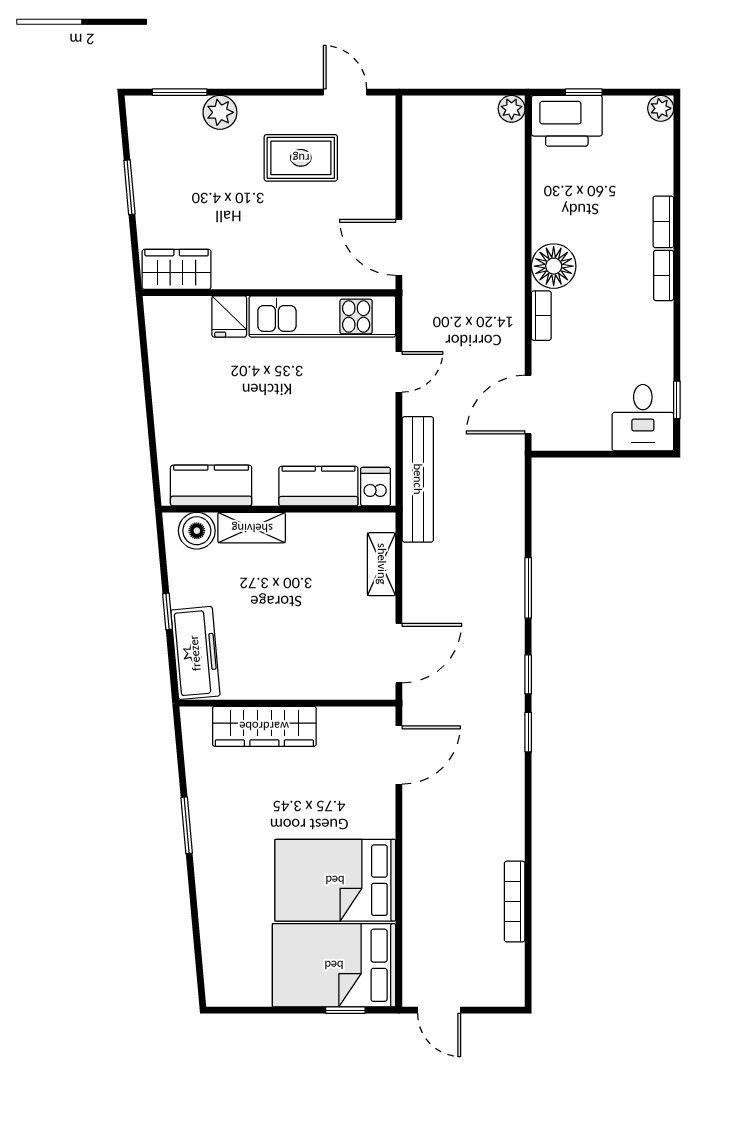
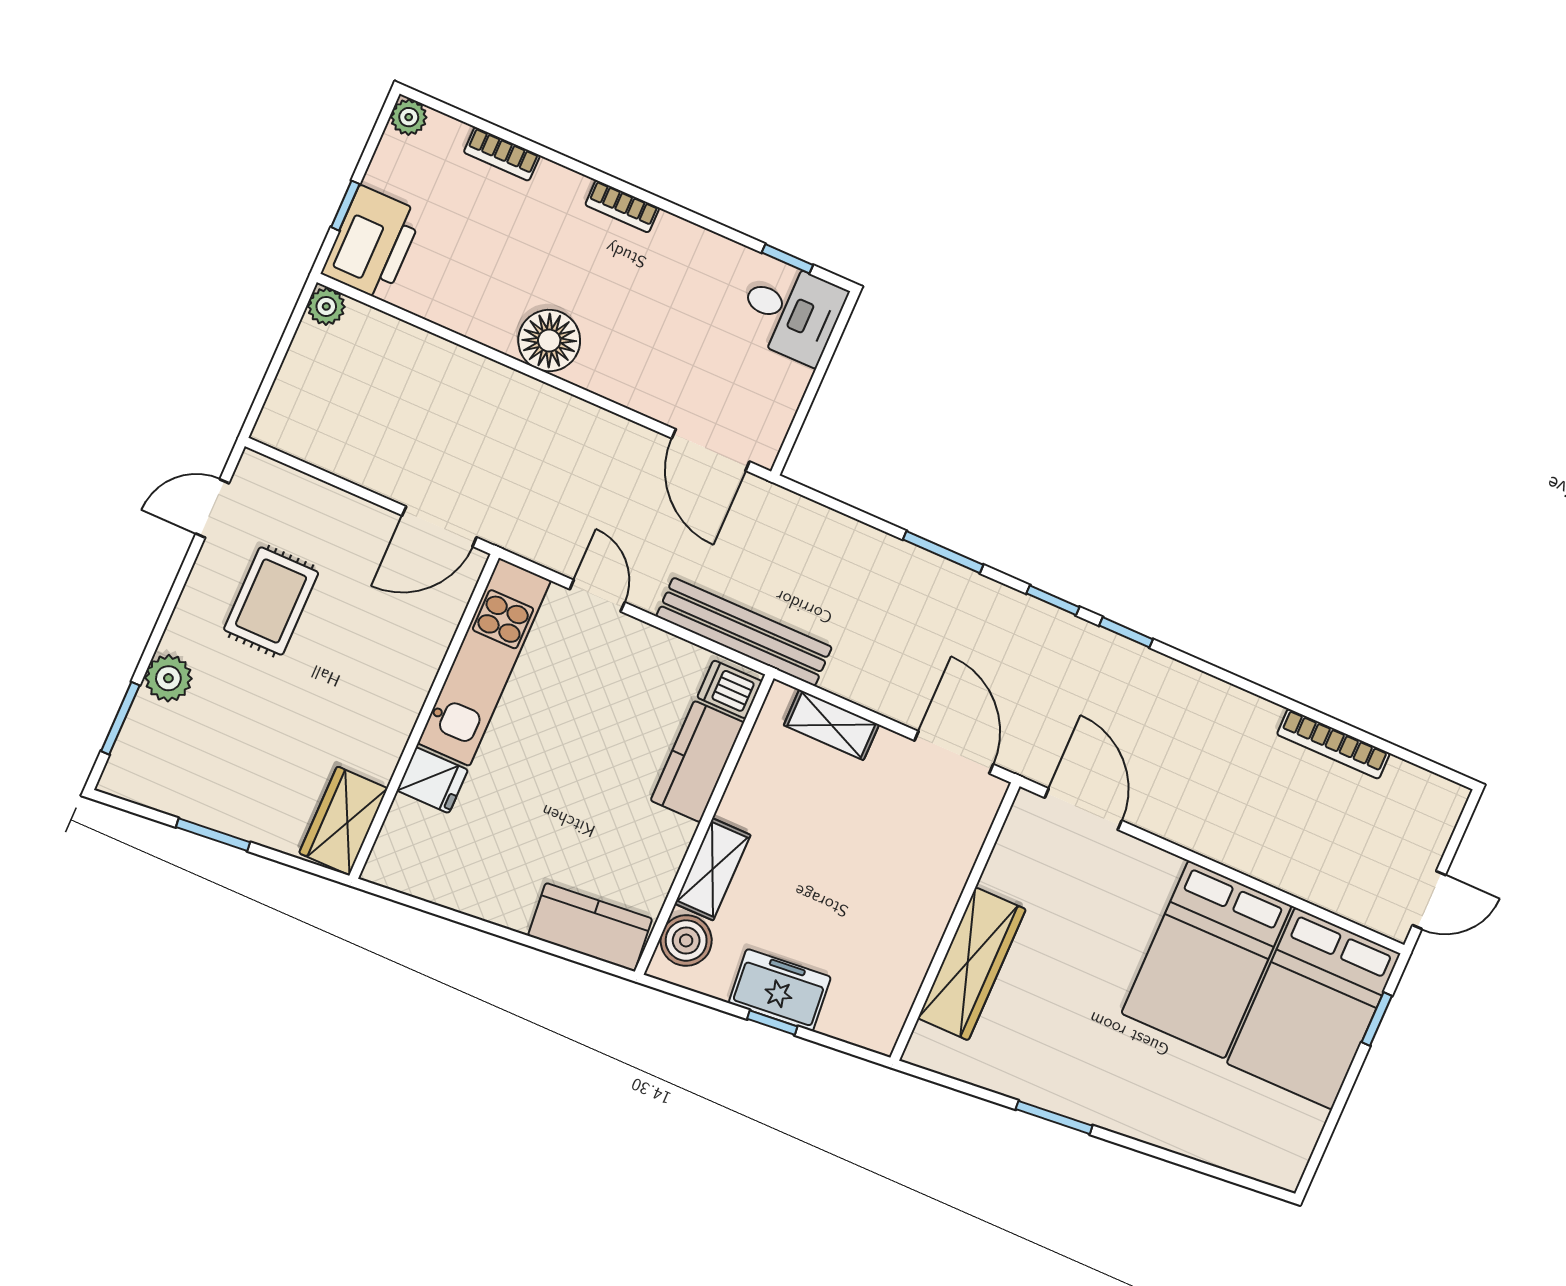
bookcase: (663, 222) -> (502, 154), moved
bookcase: (541, 316) -> (605, 384), removed
kitchen counter: (211, 486) -> (590, 927), moved, turned 85
freezer: (195, 653) -> (780, 990), moved, width x0.71

